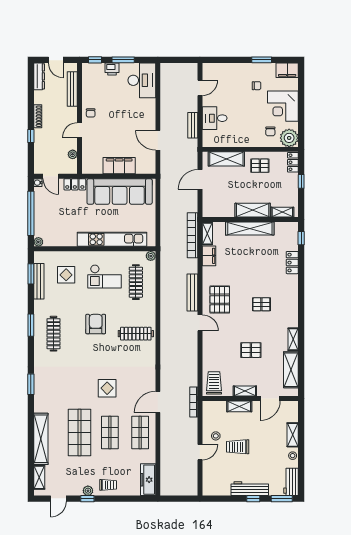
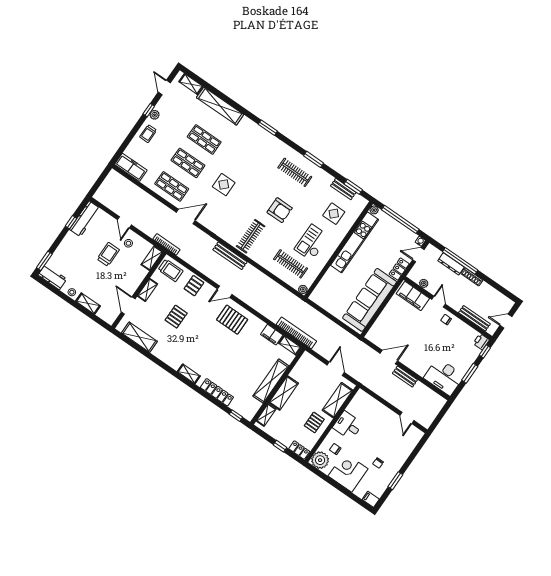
printer: (112, 69) -> (481, 342), moved
filing cabinet: (287, 70) -> (371, 499), width x0.50
dresser: (39, 76) -> (451, 264), moved
desk: (215, 118) -> (348, 425), moved, turned -90
bench: (193, 125) -> (405, 377), moved
window: (31, 136) -> (460, 261), width x3.17
filing cabinet: (119, 166) -> (413, 296), moved, turned 90
kitchen unit: (112, 239) -> (355, 242), moved
locker: (292, 263) -> (217, 392), width x1.53
bench: (39, 281) -> (343, 189), width x0.73
bench: (192, 293) -> (230, 256), moved
pallet: (261, 304) -> (194, 286), moved
shelving: (293, 339) -> (189, 374), moved
door: (158, 402) -> (186, 217), hinge flipped
shelving: (239, 406) -> (152, 258), moved
shop shelf: (80, 433) -> (204, 139), width x0.70, depth x0.74
workbench: (250, 489) -> (85, 219), moved
window: (253, 499) -> (71, 222), moved

